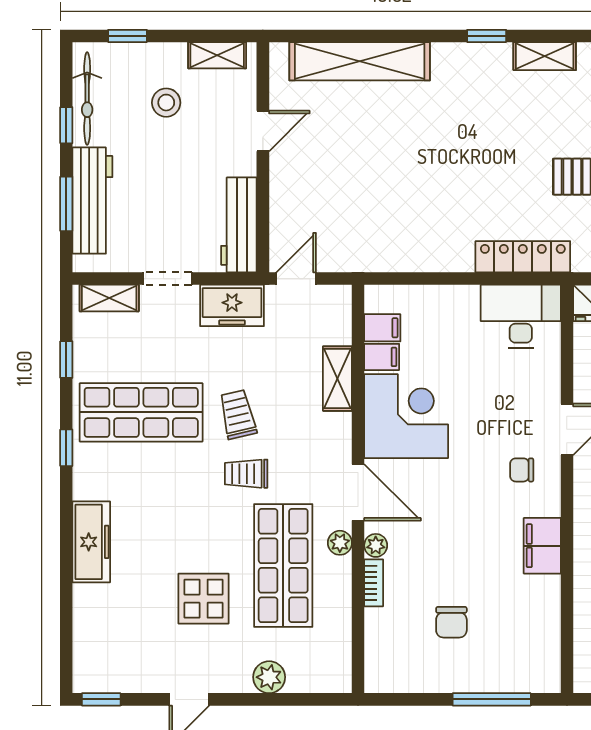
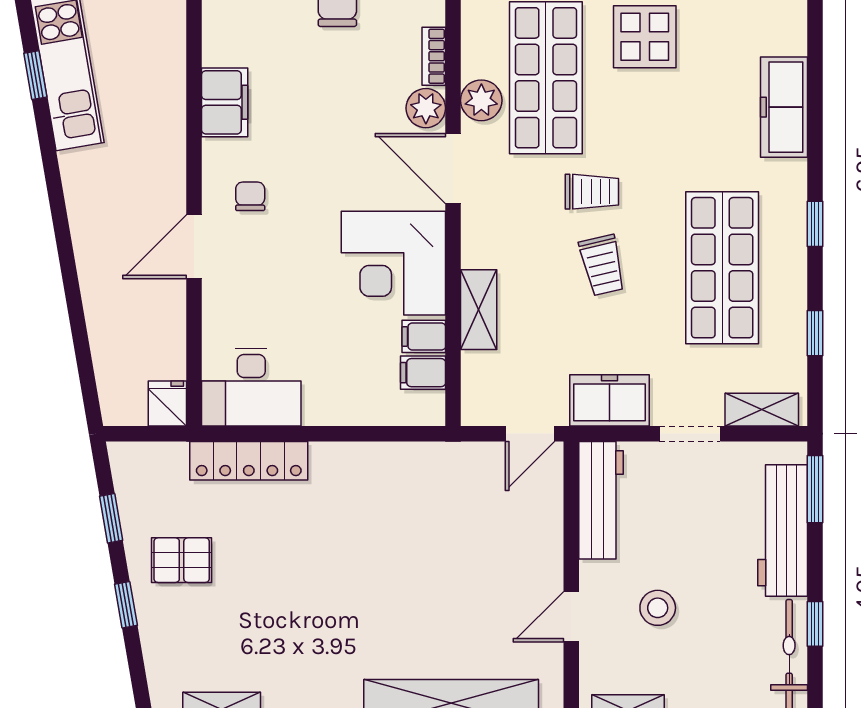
stool: (166, 103) -> (658, 608), moved
window: (66, 204) -> (815, 489), moved
shop shelf: (141, 412) -> (722, 268), turned 90
chair: (522, 470) -> (250, 196), turned -90
plant: (340, 543) -> (481, 100), width x1.38, depth x1.38
plant: (376, 545) -> (426, 108), width x1.38, depth x1.38

